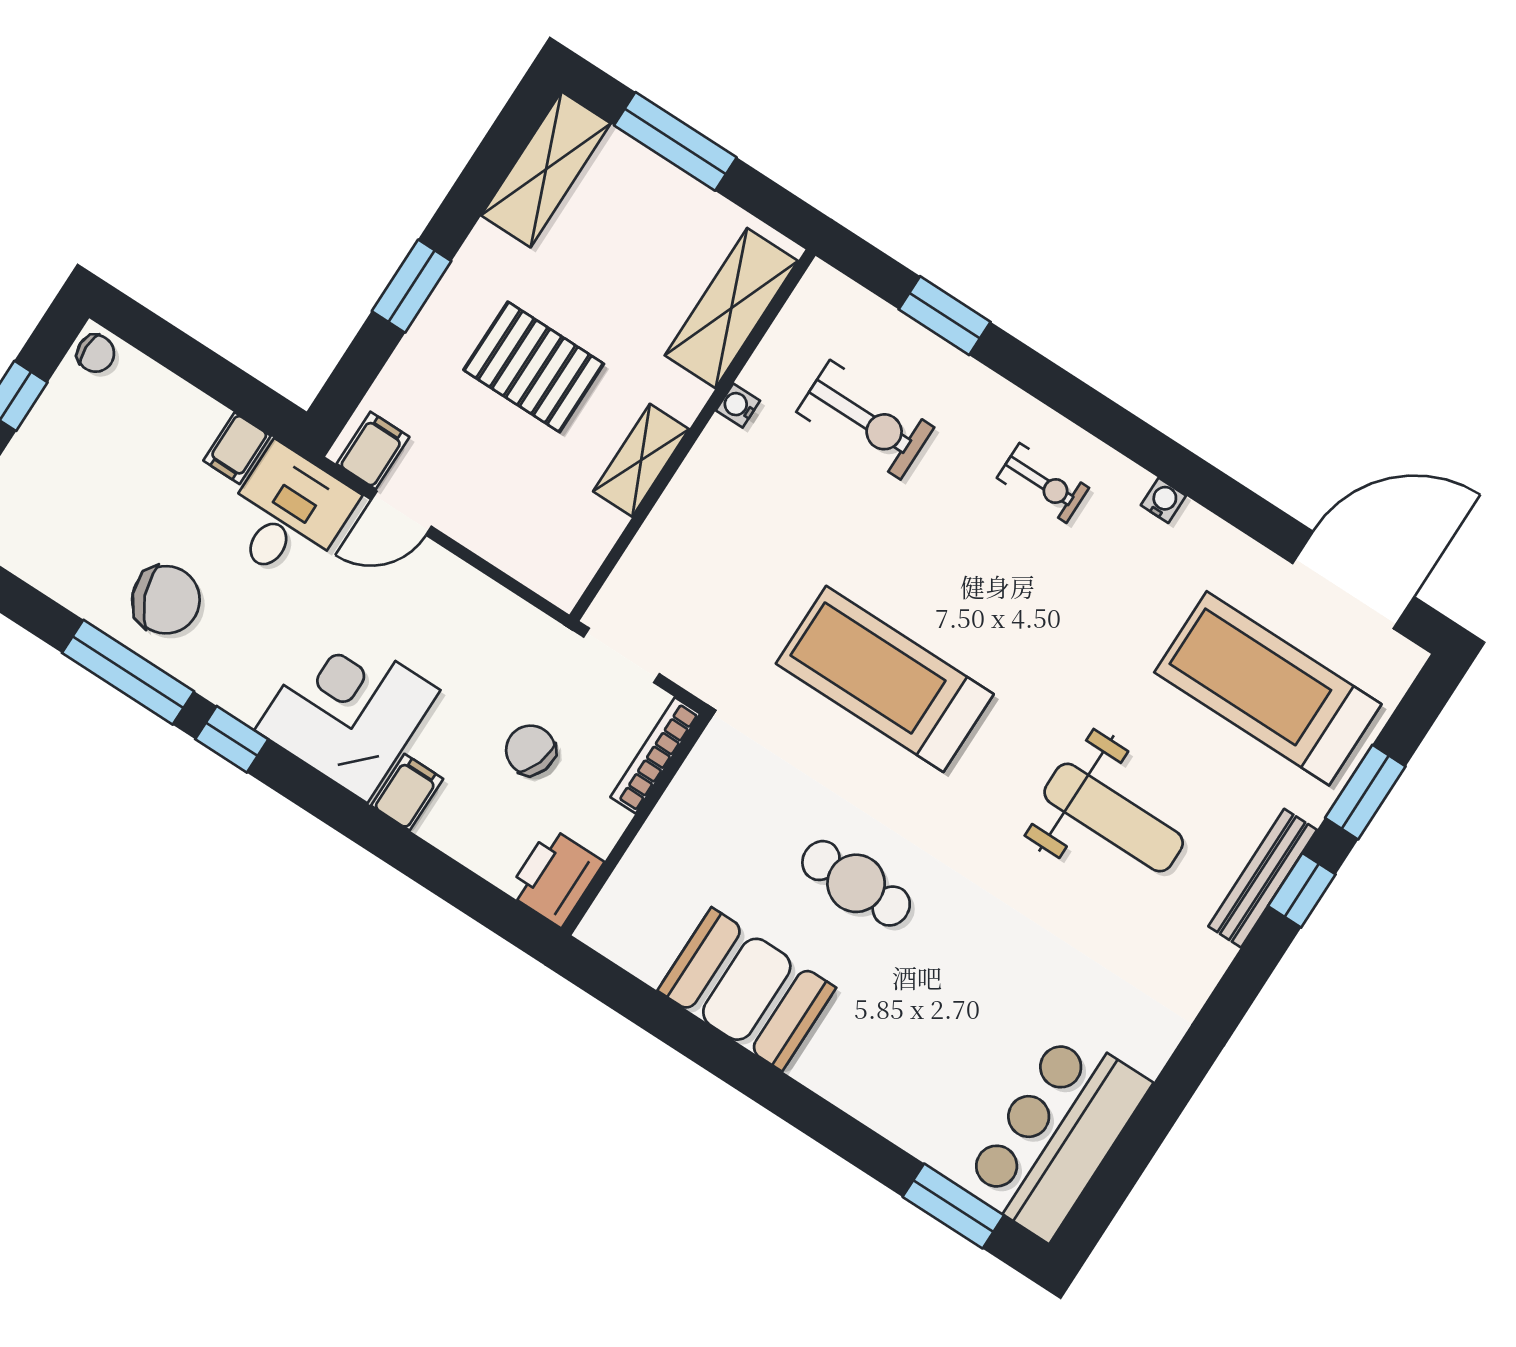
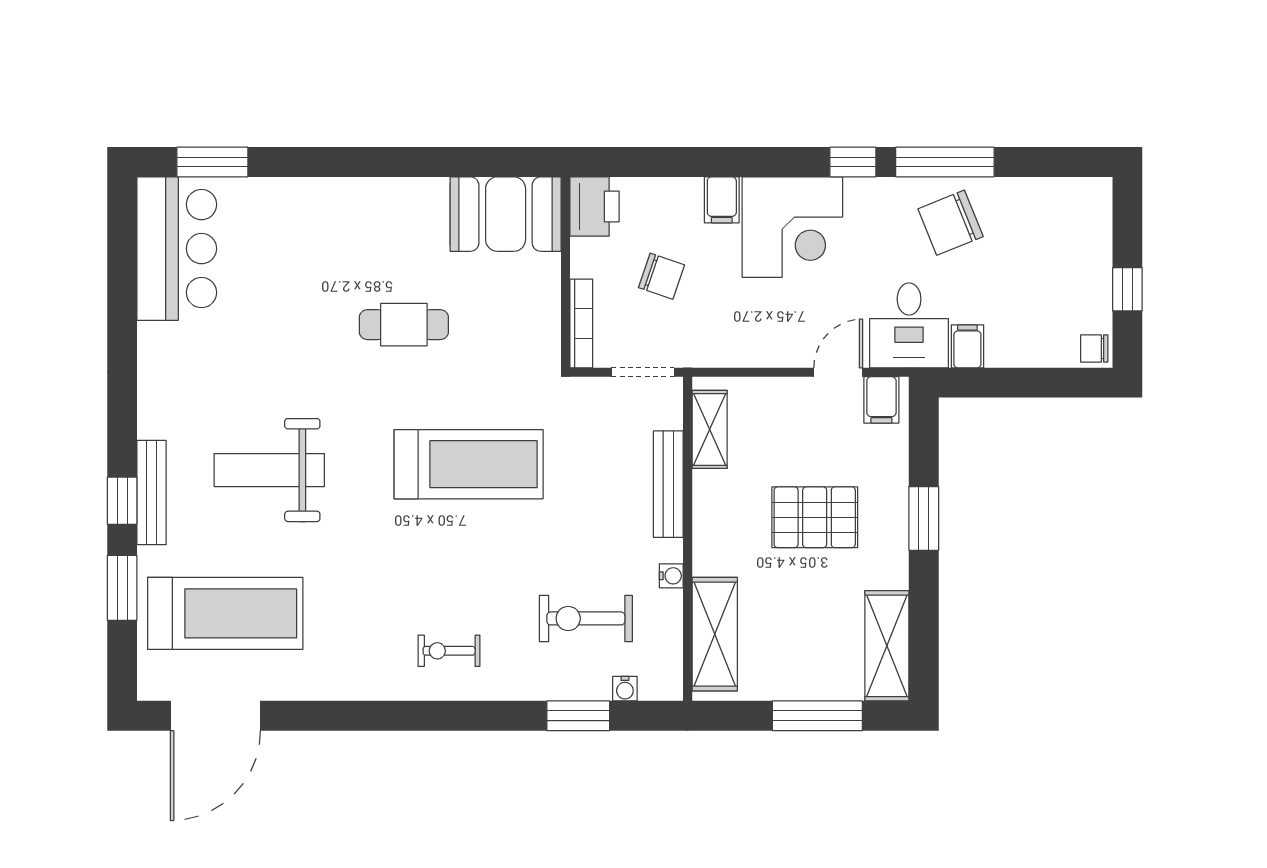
shelving: (641, 460) -> (710, 429), moved
water cooler: (1163, 500) -> (625, 689), moved
bench: (674, 511) -> (668, 484), added
booth: (747, 989) -> (506, 214), moved

